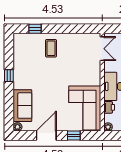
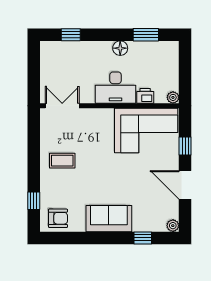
armchair: (23, 46) -> (58, 218), added
coffee table: (51, 48) -> (62, 161), moved
window: (9, 76) -> (143, 238), moved
sofa: (22, 106) -> (109, 219), moved

